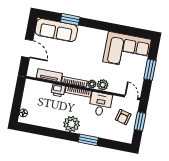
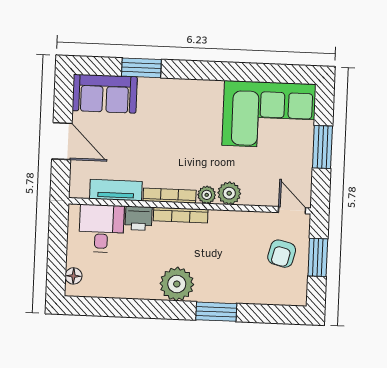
sofa: (56, 30) -> (105, 94), width x0.73
desk: (100, 104) -> (101, 228), moved

